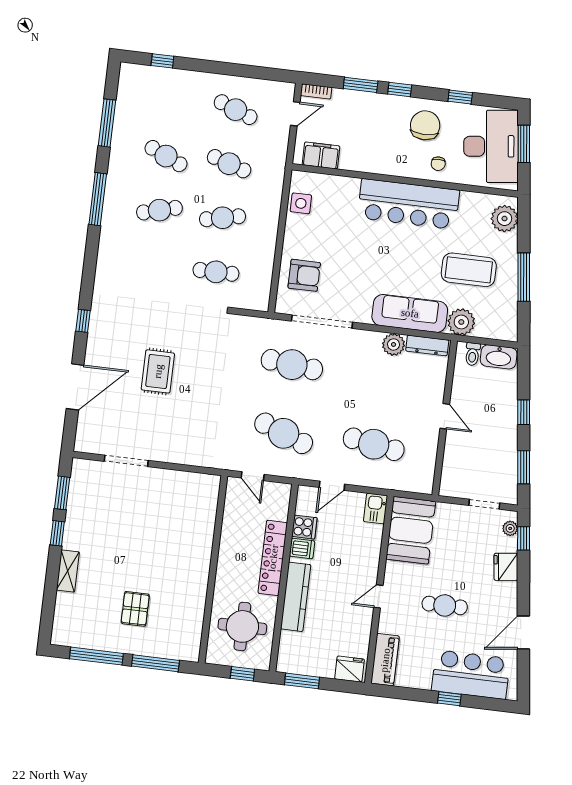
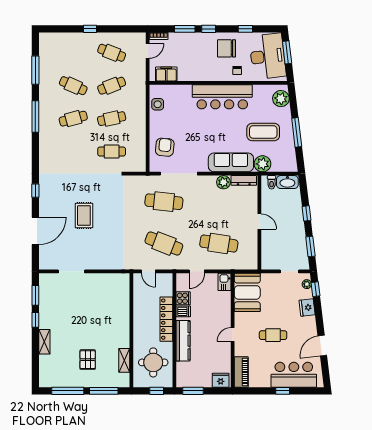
window: (162, 61) -> (90, 29), moved
chair: (425, 125) -> (227, 48), turned -90
cafe table: (229, 164) -> (112, 86), turned -39
armchair: (304, 275) -> (165, 147), turned -84
shelving: (195, 617) -> (124, 360), added

